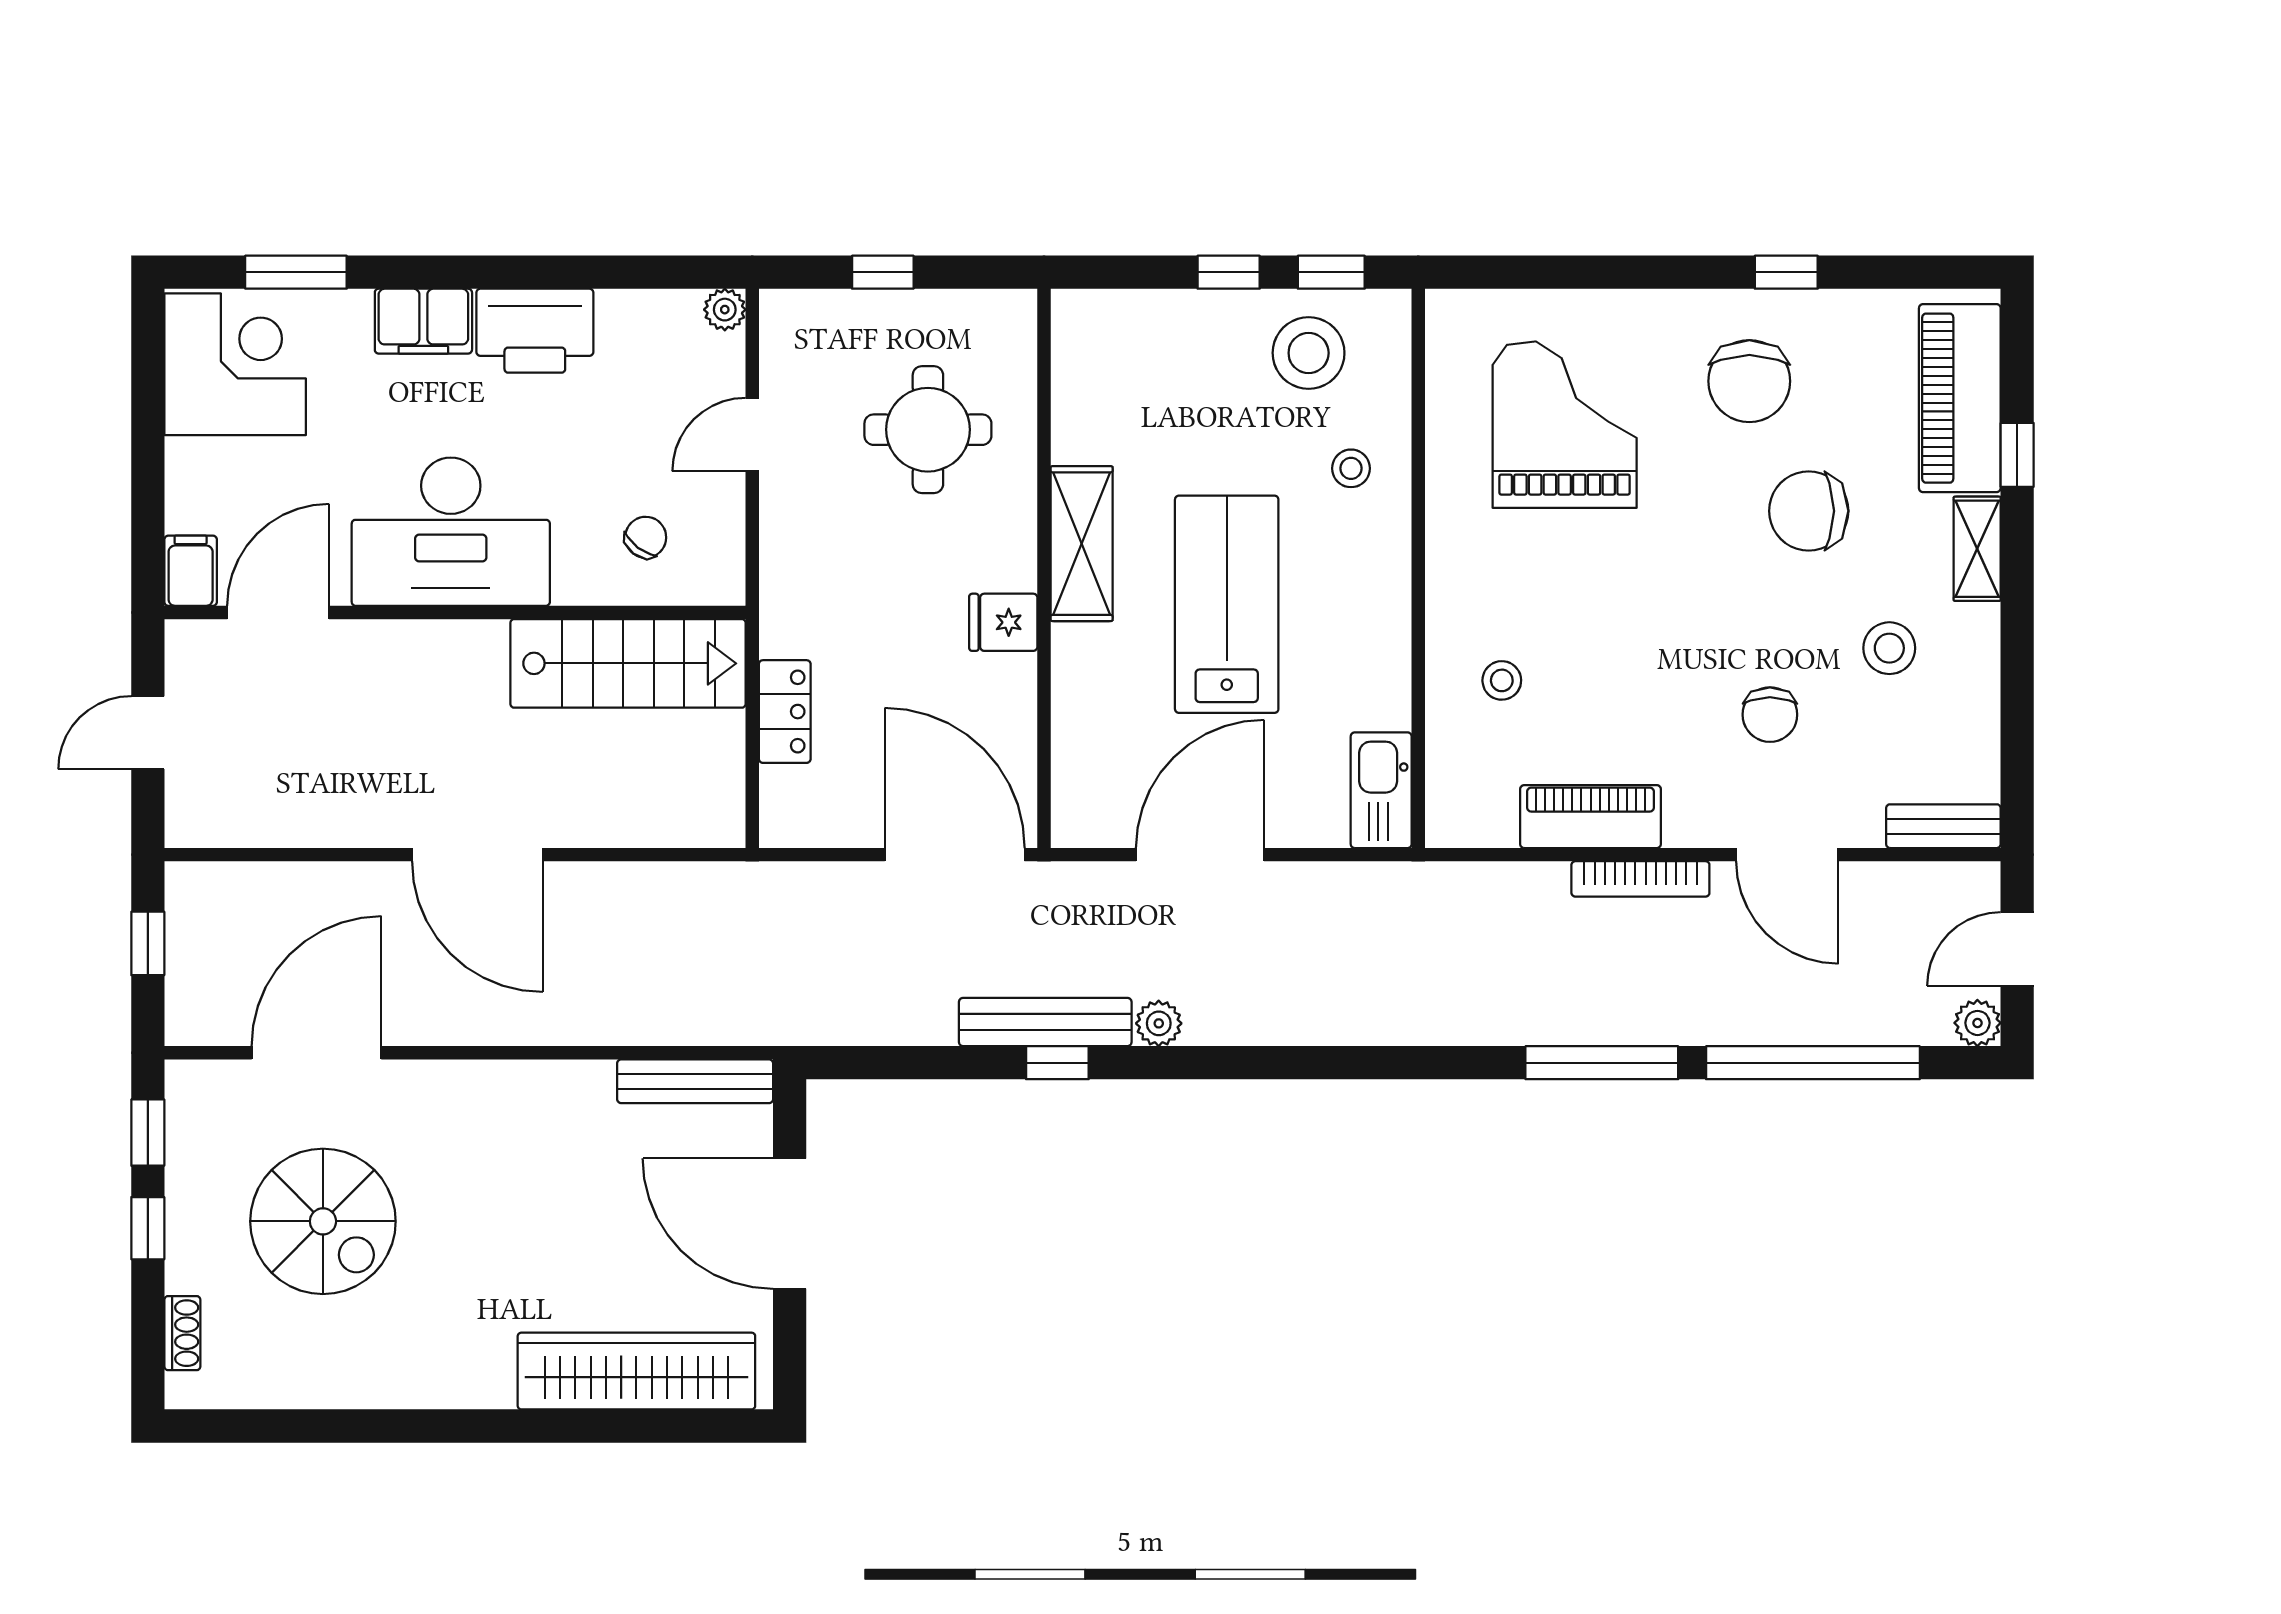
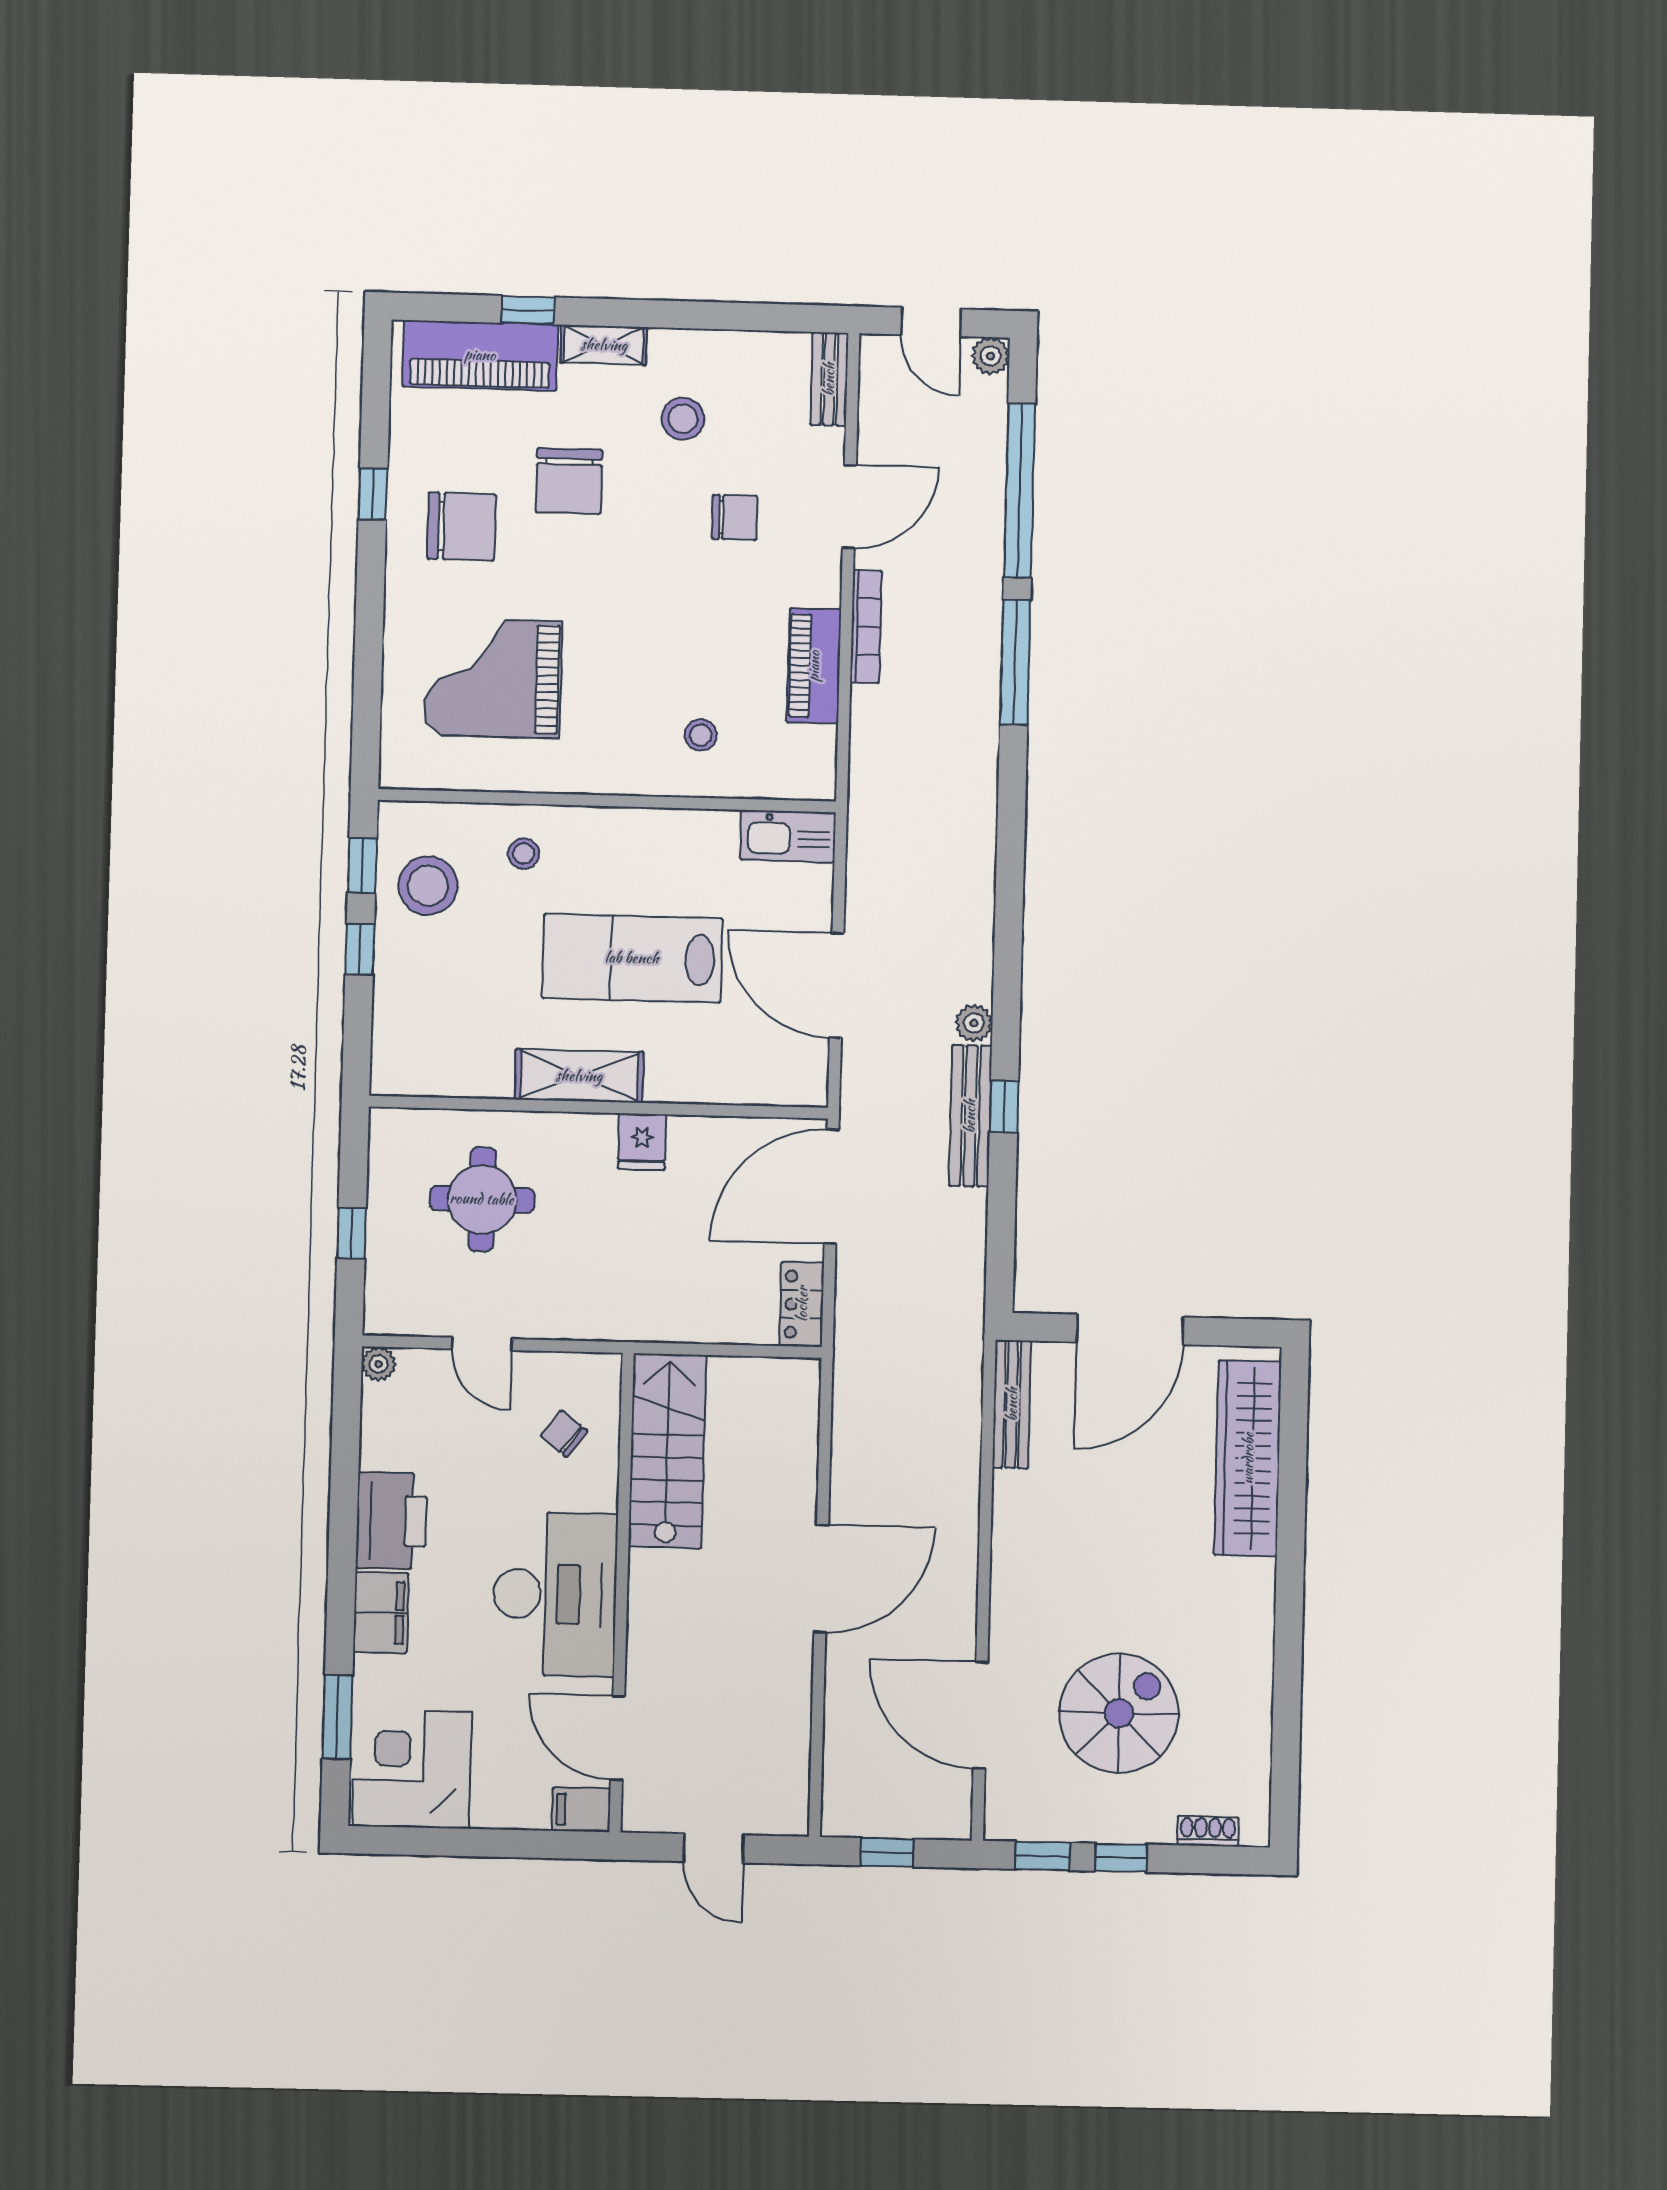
locker: (785, 712) -> (802, 1304), moved, turned -90

